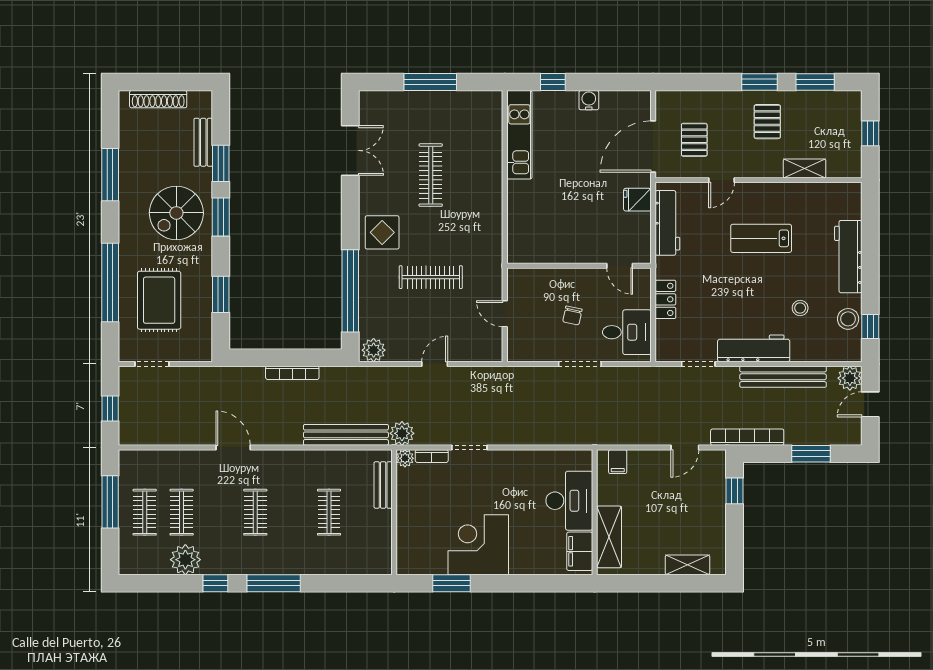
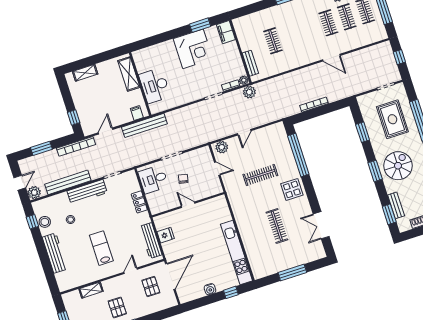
kitchen unit: (519, 135) -> (236, 253), width x1.36
window: (221, 163) -> (389, 214), moved
fridge: (637, 200) -> (166, 235), moved
lab bench: (761, 238) -> (101, 248), turned -90
door: (620, 266) -> (188, 205), moved
plant: (374, 350) -> (222, 147), moved
bench: (346, 435) -> (144, 125), moved
clothes rail: (255, 512) -> (328, 23), moved
filing cabinet: (580, 551) -> (226, 32), moved, turned 180

